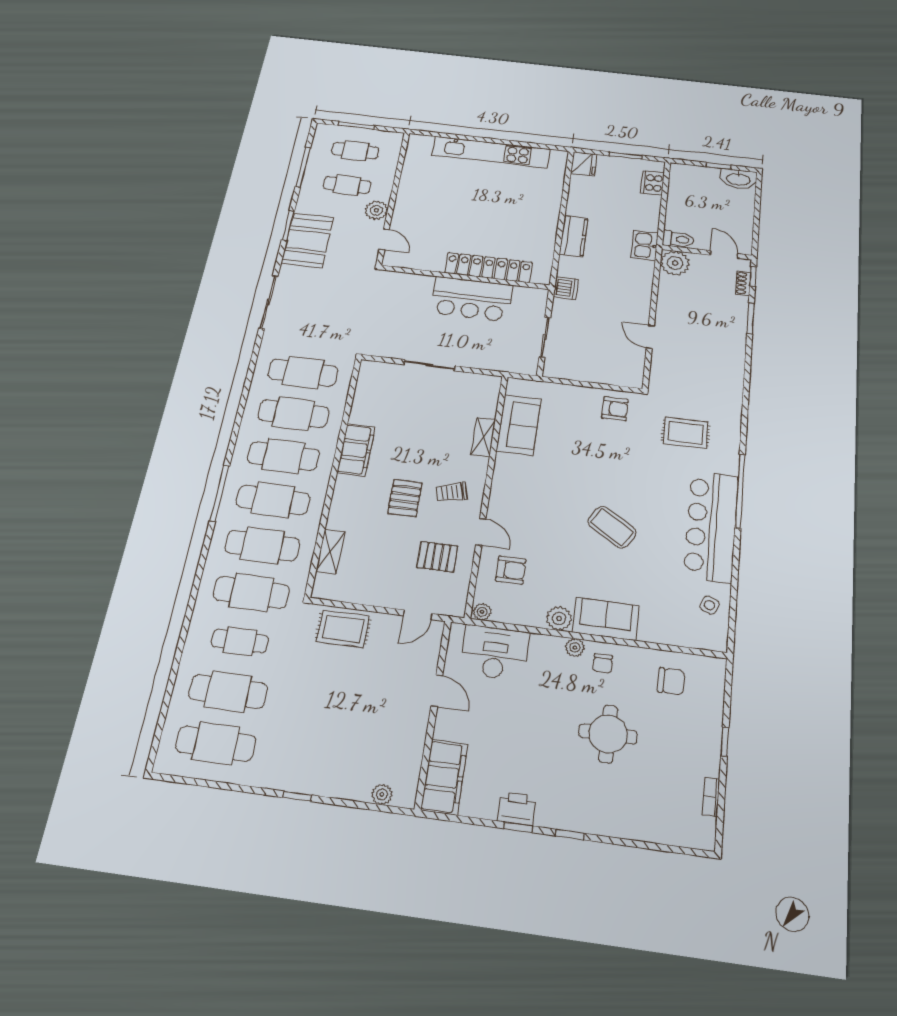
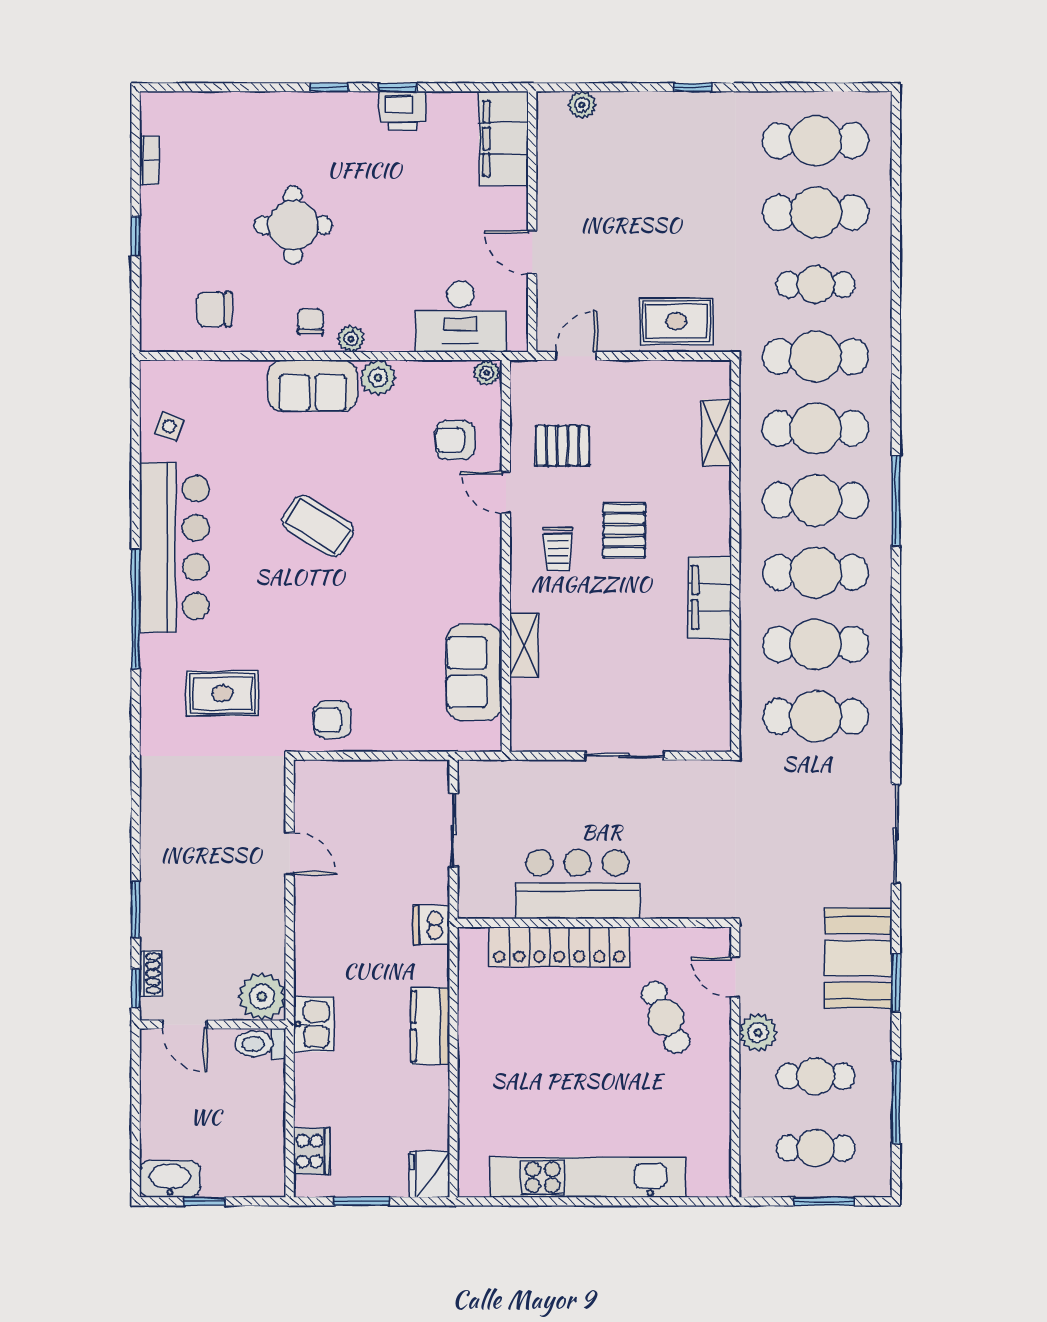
cafe table: (430, 224) -> (666, 1017), added
trolley: (451, 492) -> (558, 549), turned 104

